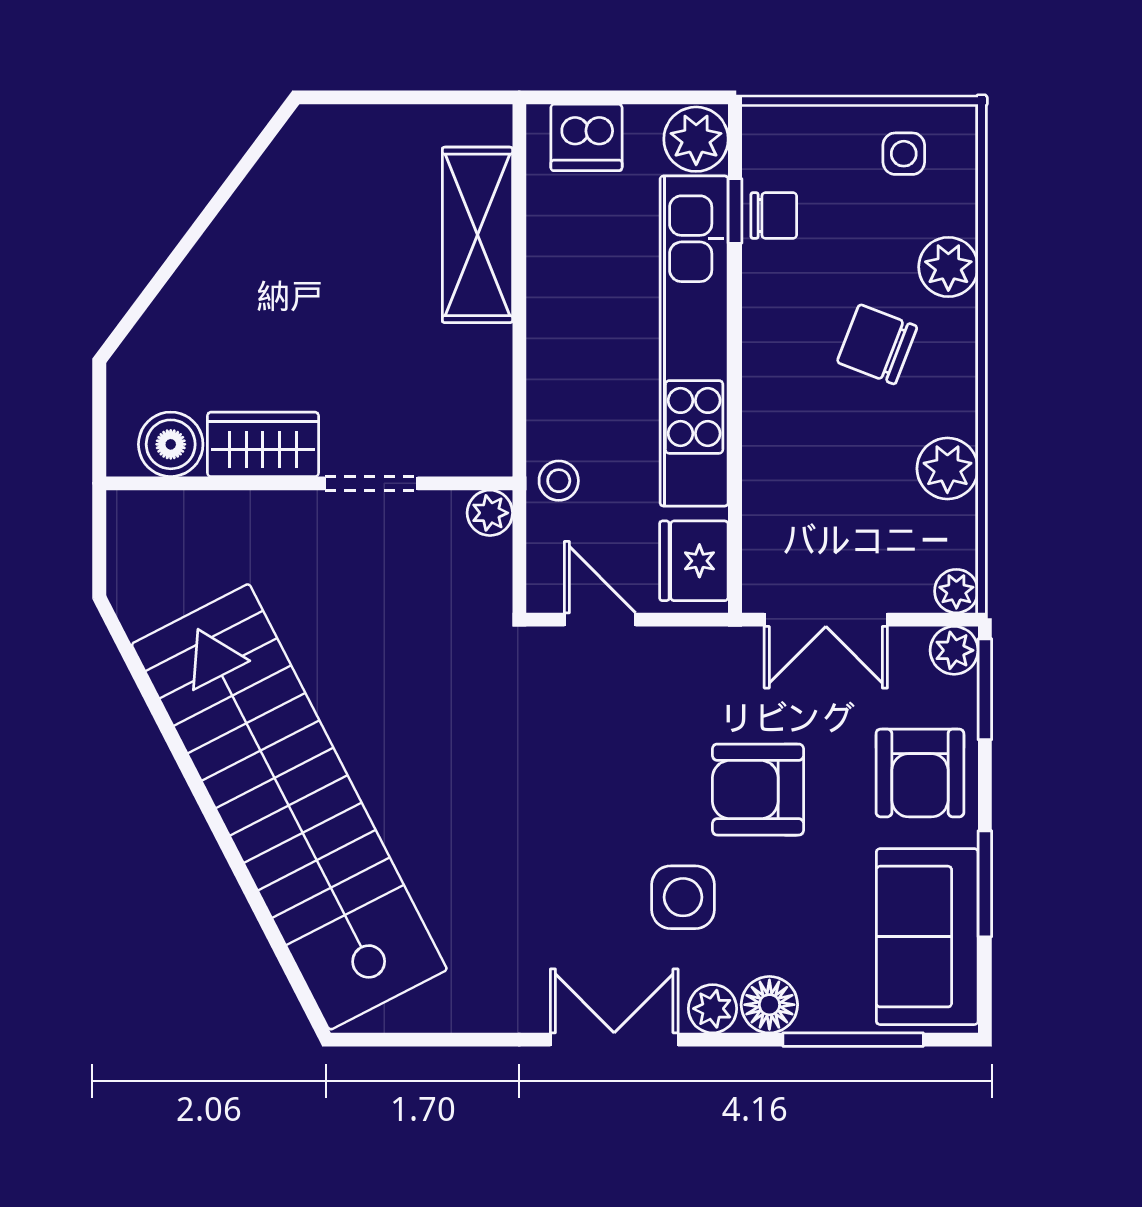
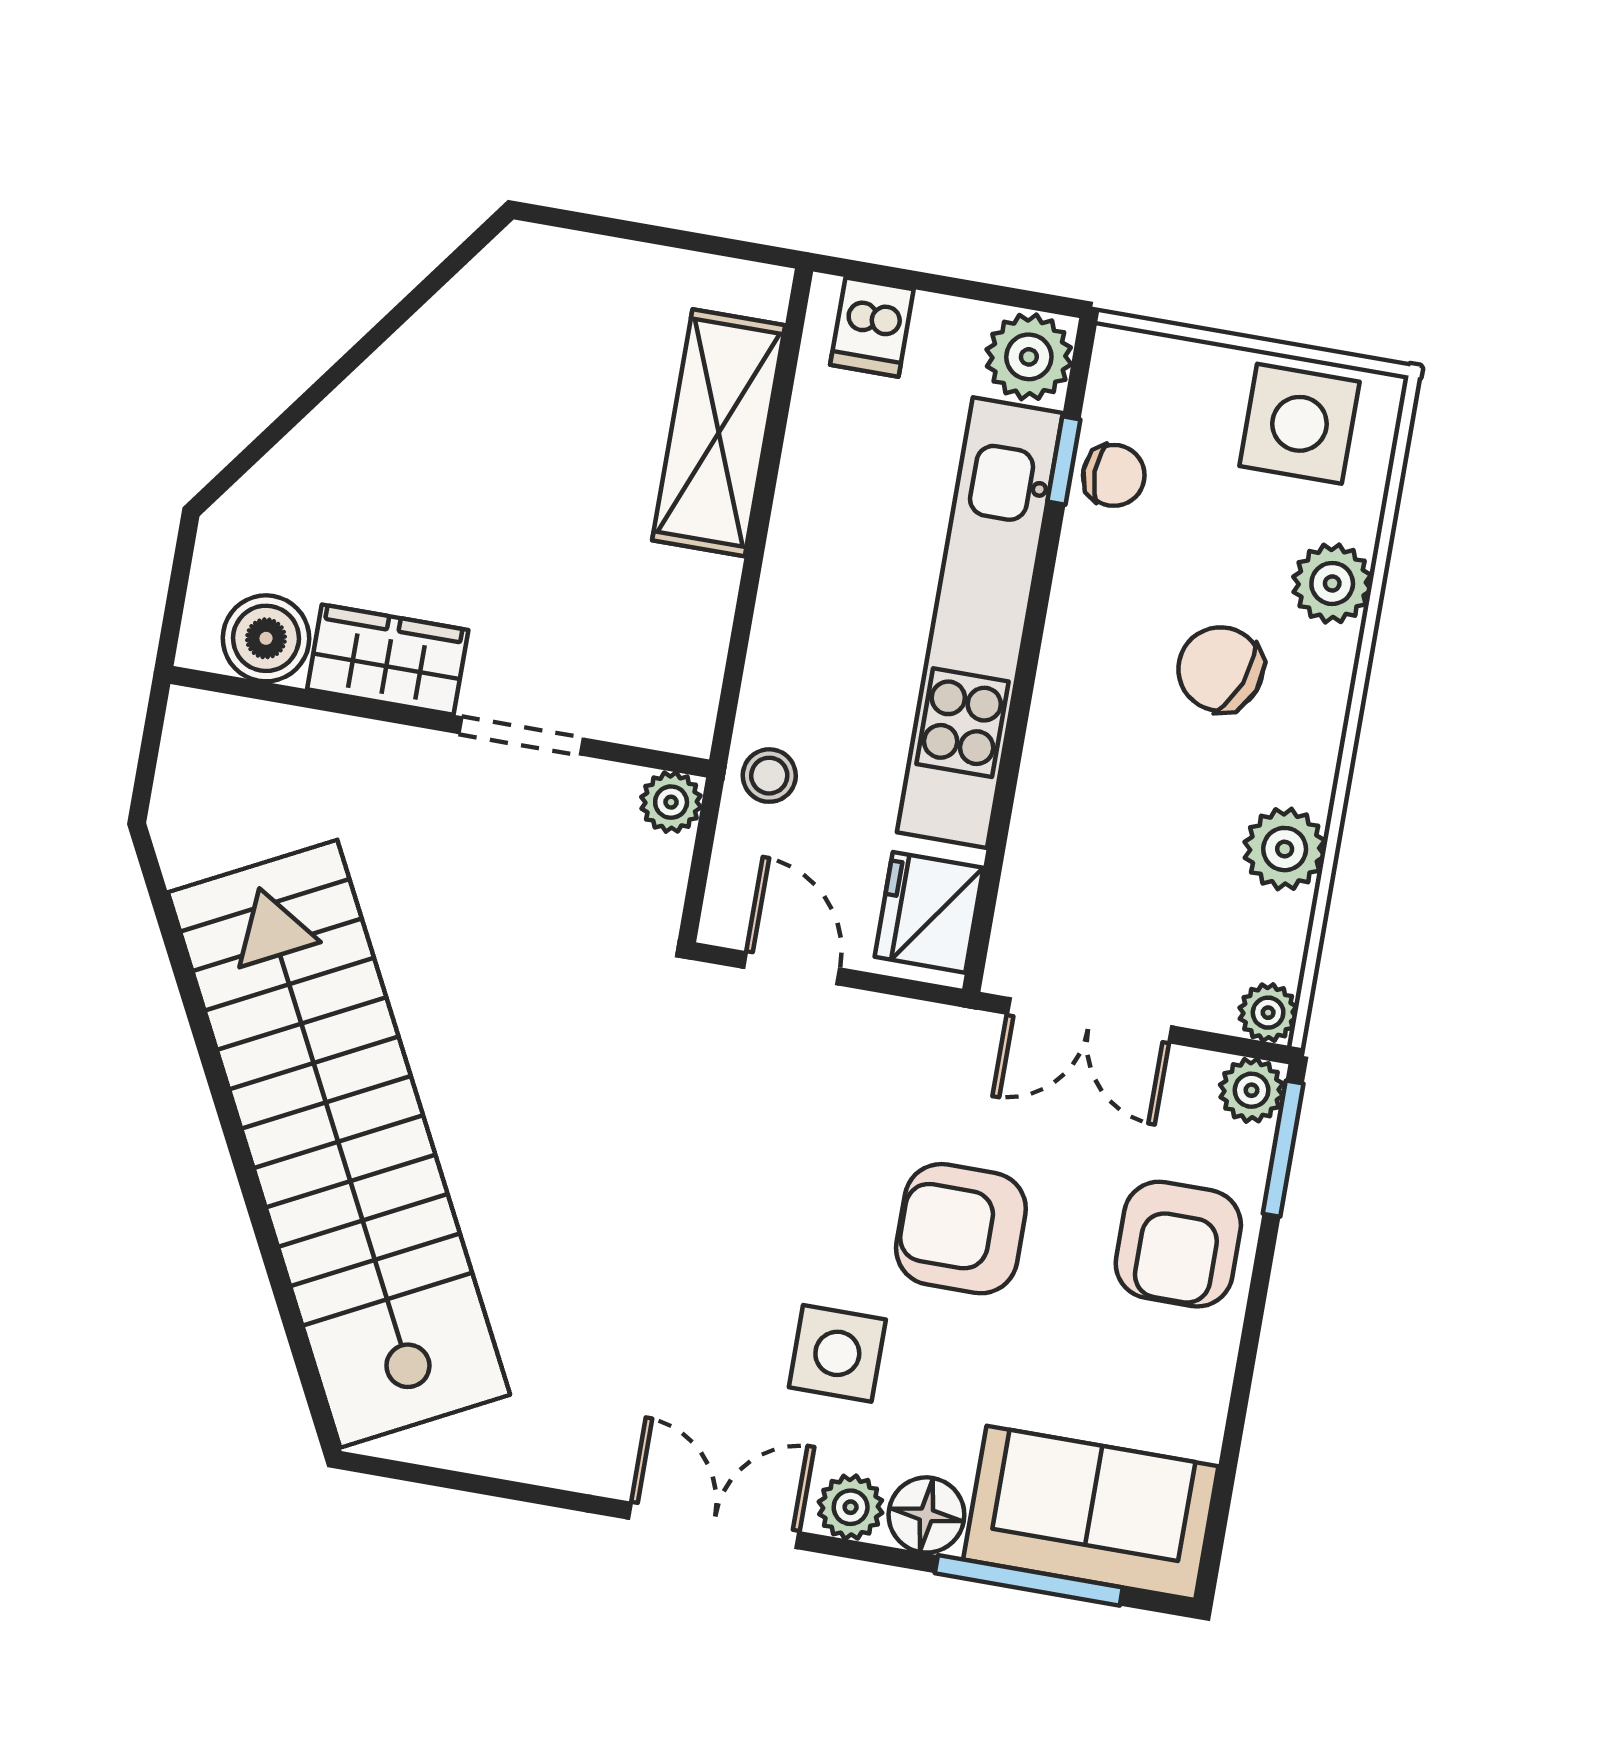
dishwasher: (586, 137) -> (872, 327), width x0.73
side table: (904, 154) -> (1299, 424), width x1.87, depth x1.87
window: (985, 884) -> (1238, 1405), removed
sofa: (927, 937) -> (1091, 1513), moved, turned 90

